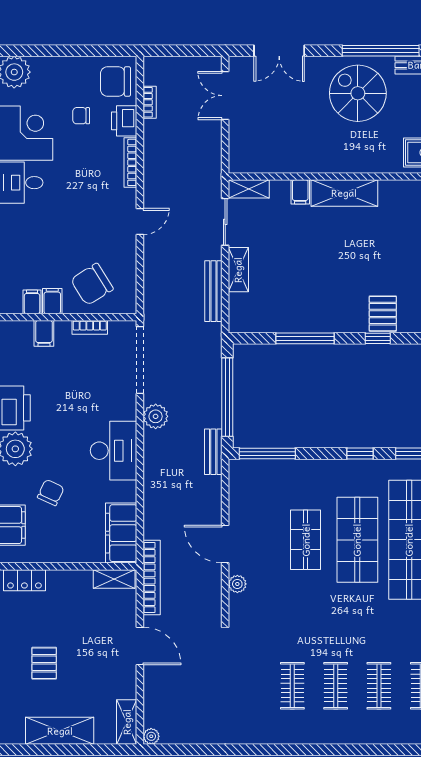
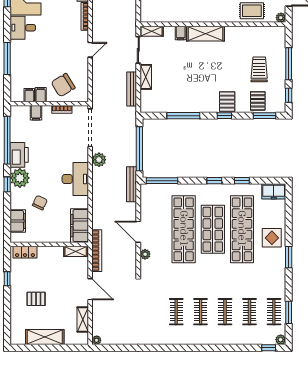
bench: (213, 452) -> (132, 184), width x1.36
shop shelf: (306, 540) -> (184, 229), width x2.00, depth x1.36
pallet: (44, 663) -> (36, 299), turned 90
shelving: (127, 722) -> (83, 320), moved

